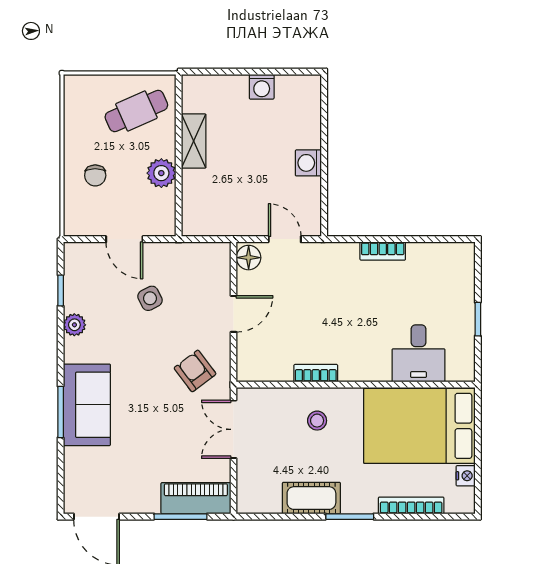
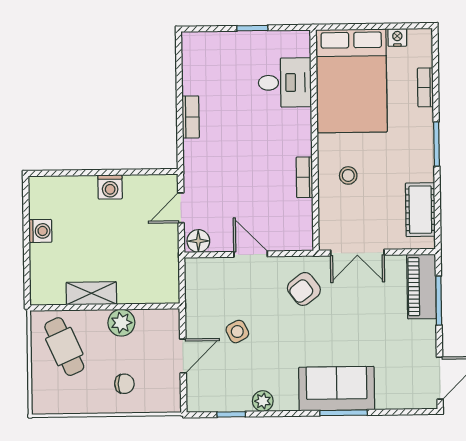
cot: (311, 498) -> (420, 210), moved
bookcase: (411, 505) -> (425, 87), width x0.64

